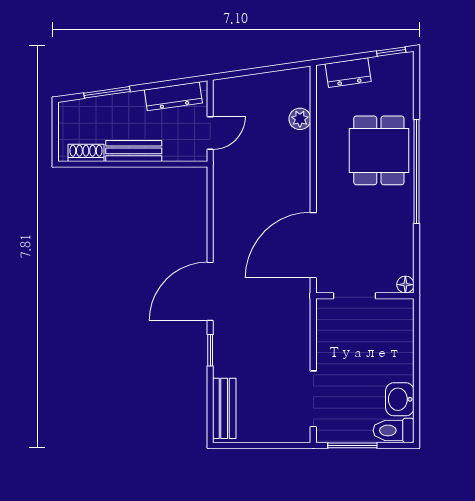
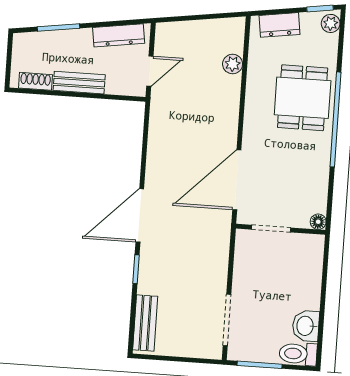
plant: (404, 67) -> (331, 23), added

